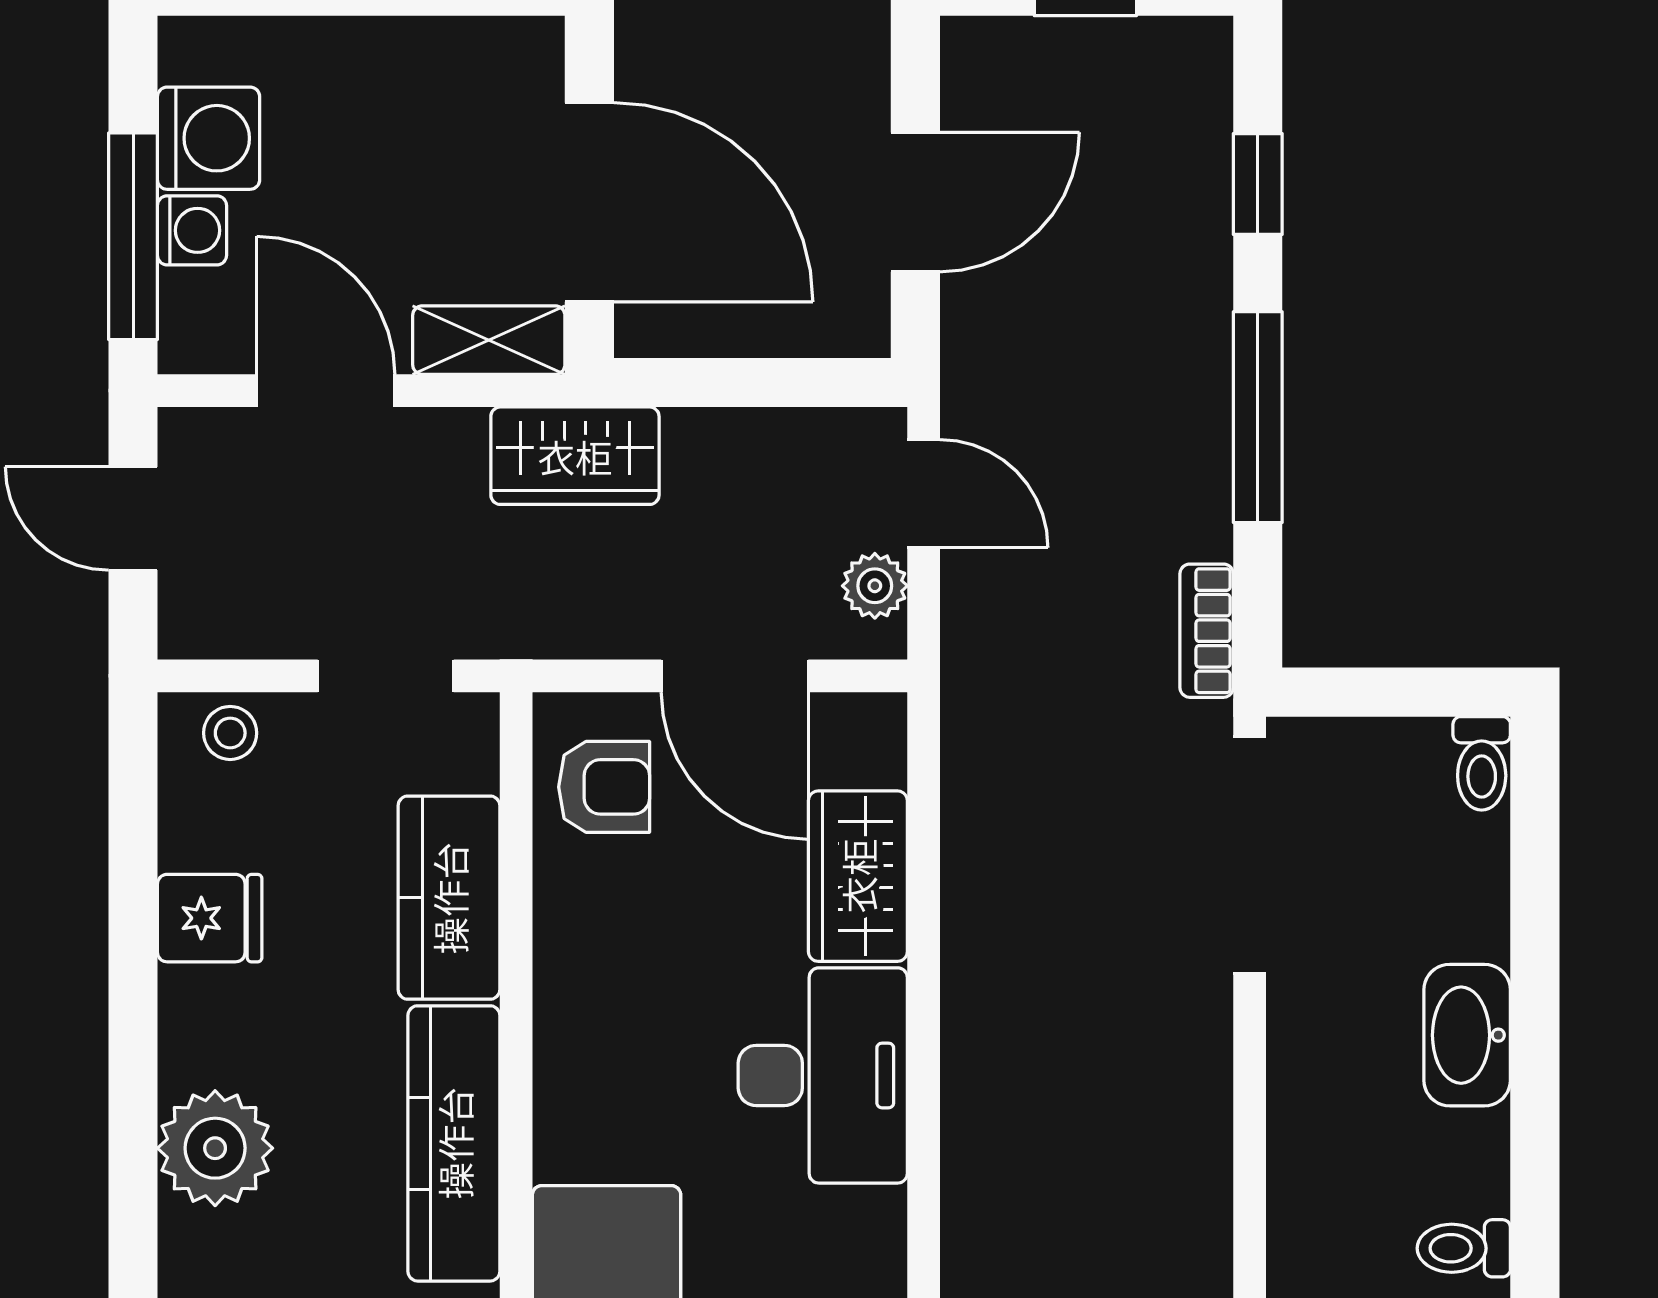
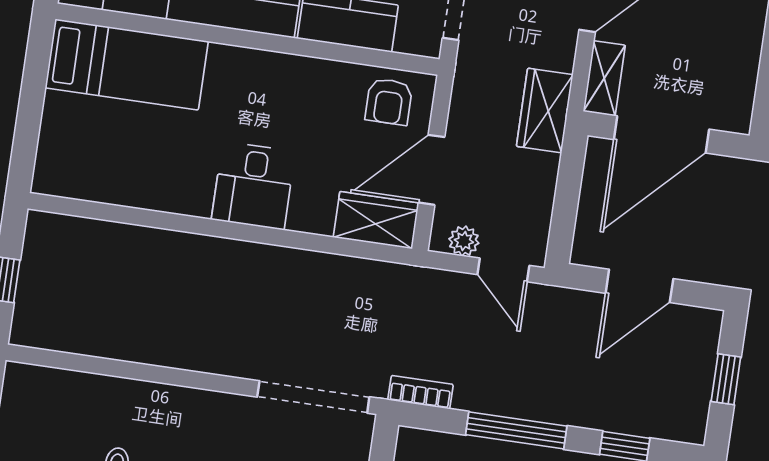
door: (915, 202) -> (639, 286), hinge flipped
door: (924, 494) -> (503, 270), hinge flipped
wardrobe: (858, 876) -> (376, 220), moved
desk: (823, 1075) -> (253, 186), width x0.73

